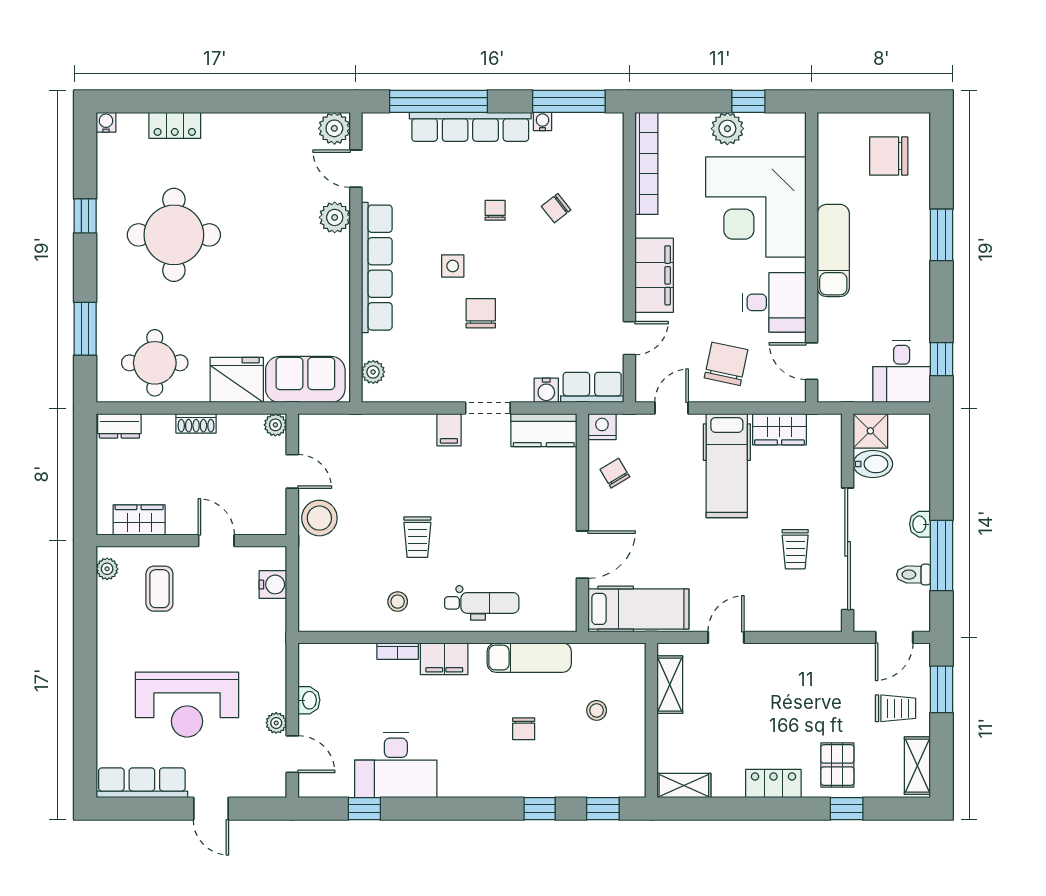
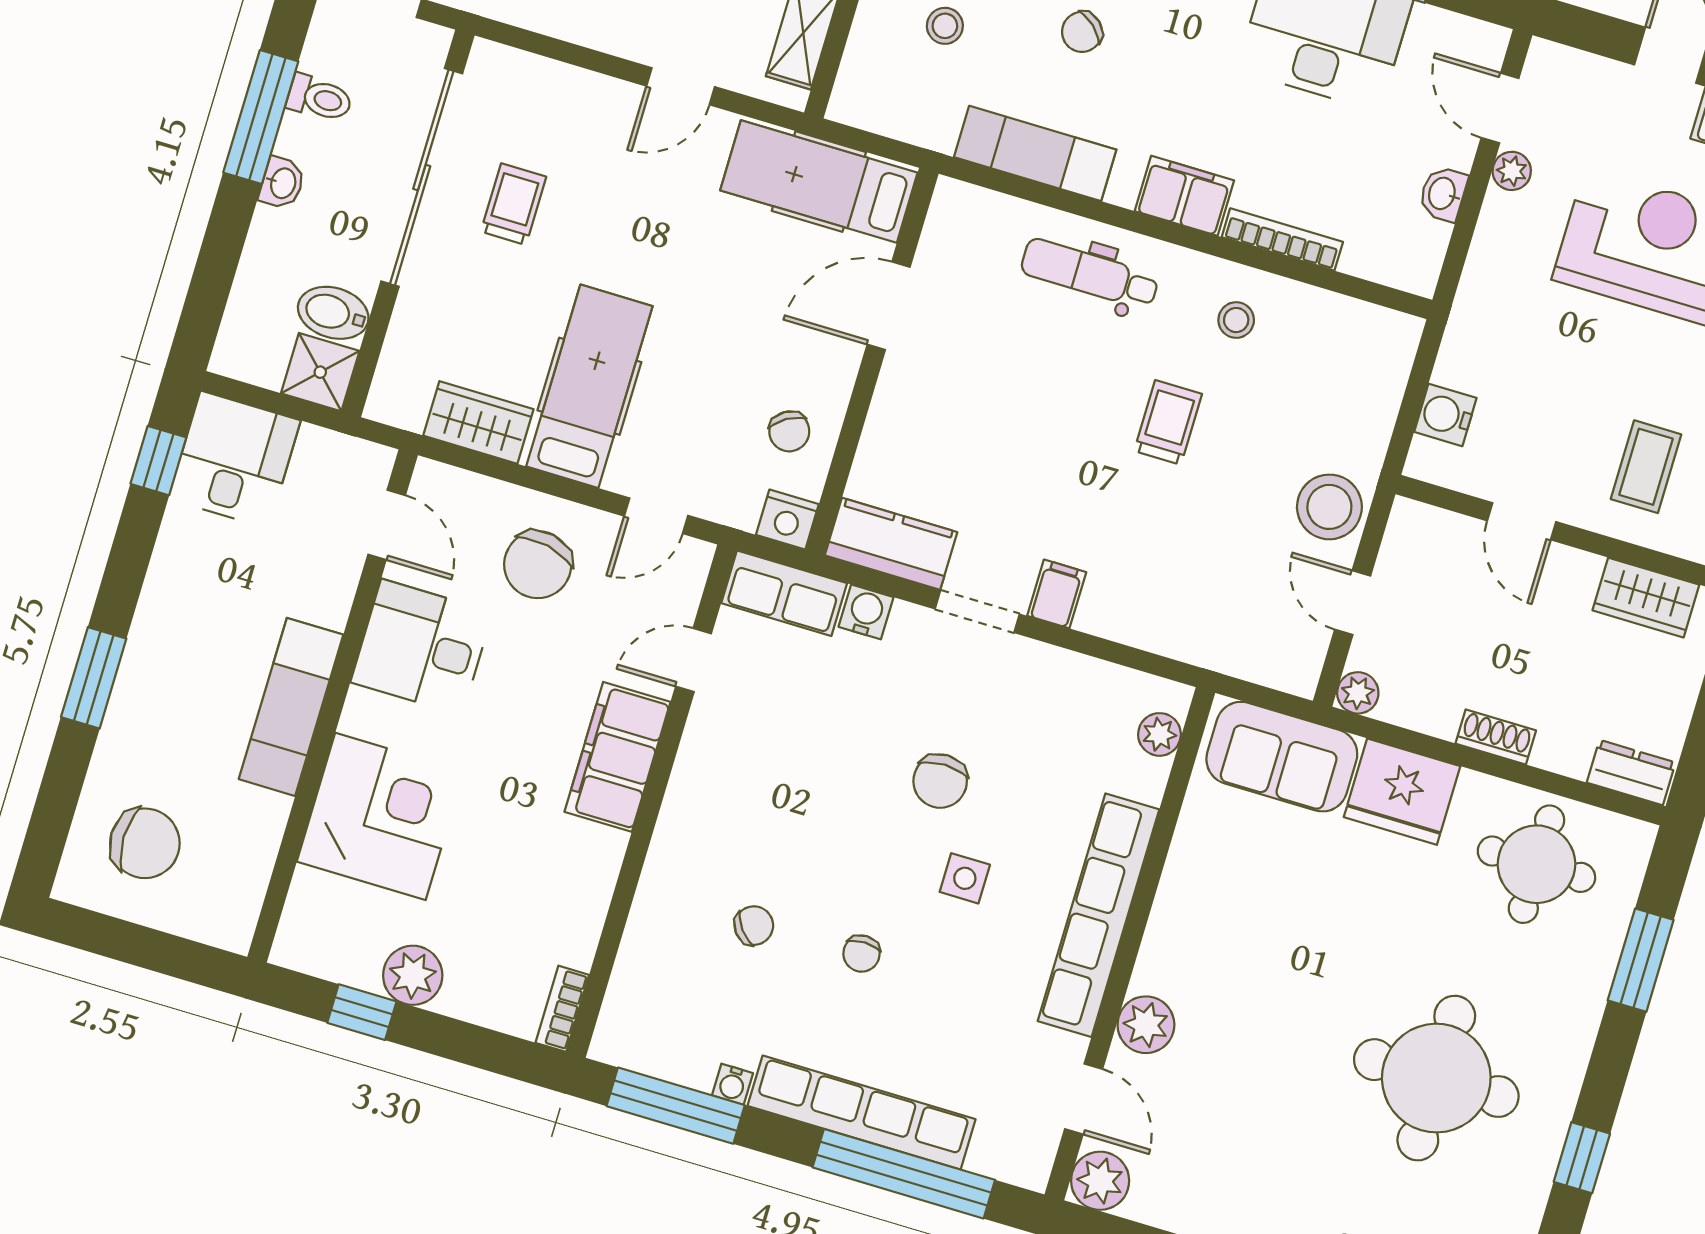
bookcase: (646, 163) -> (562, 1009), width x0.43, depth x0.76
corner desk: (756, 207) -> (380, 816), width x0.74, depth x0.74
bookcase: (398, 651) -> (1282, 239), width x1.56
chair: (524, 729) -> (1082, 32), turned -138

